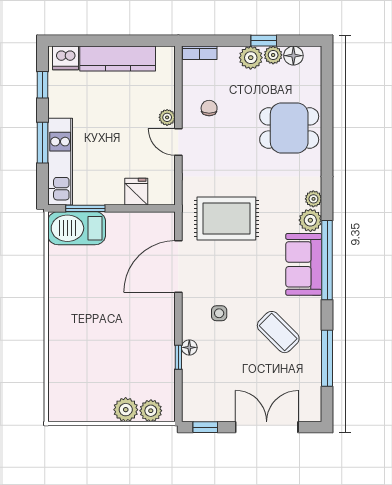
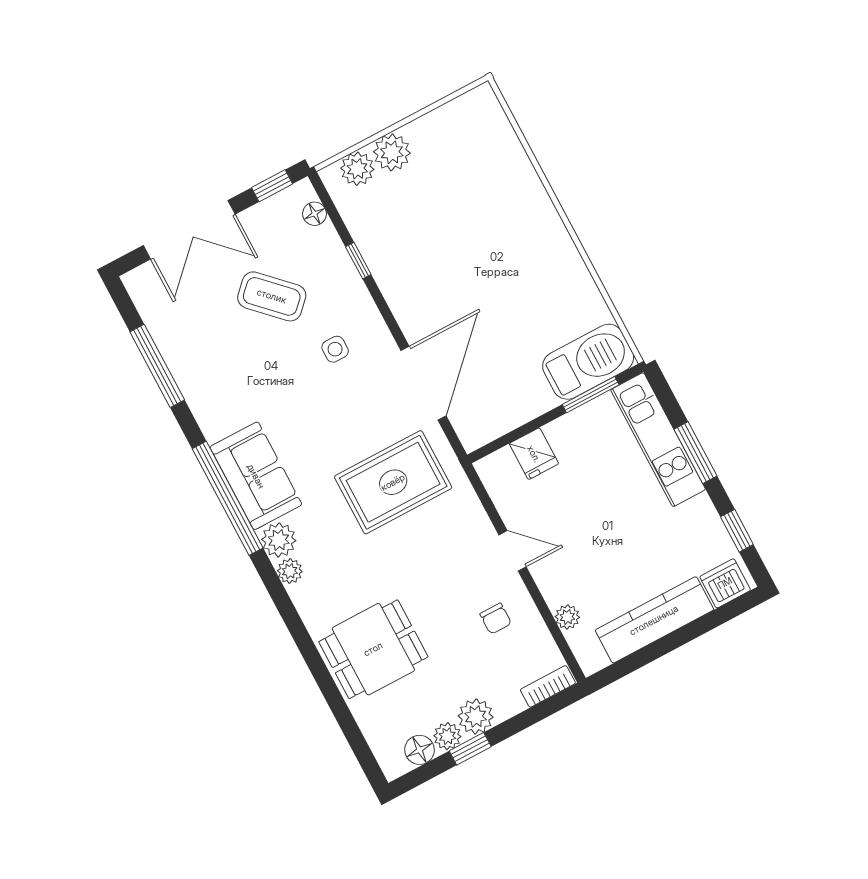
plant: (167, 117) -> (567, 617), moved
coffee table: (278, 332) -> (272, 296), moved
floor lamp: (189, 347) -> (315, 214), moved

